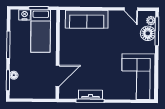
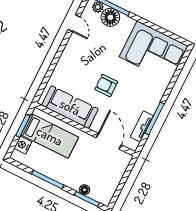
door: (131, 9) -> (74, 23), hinge flipped
sofa: (87, 19) -> (70, 107), moved, turned -90
armchair: (97, 54) -> (106, 85), added
tv unit: (90, 95) -> (142, 126), moved

